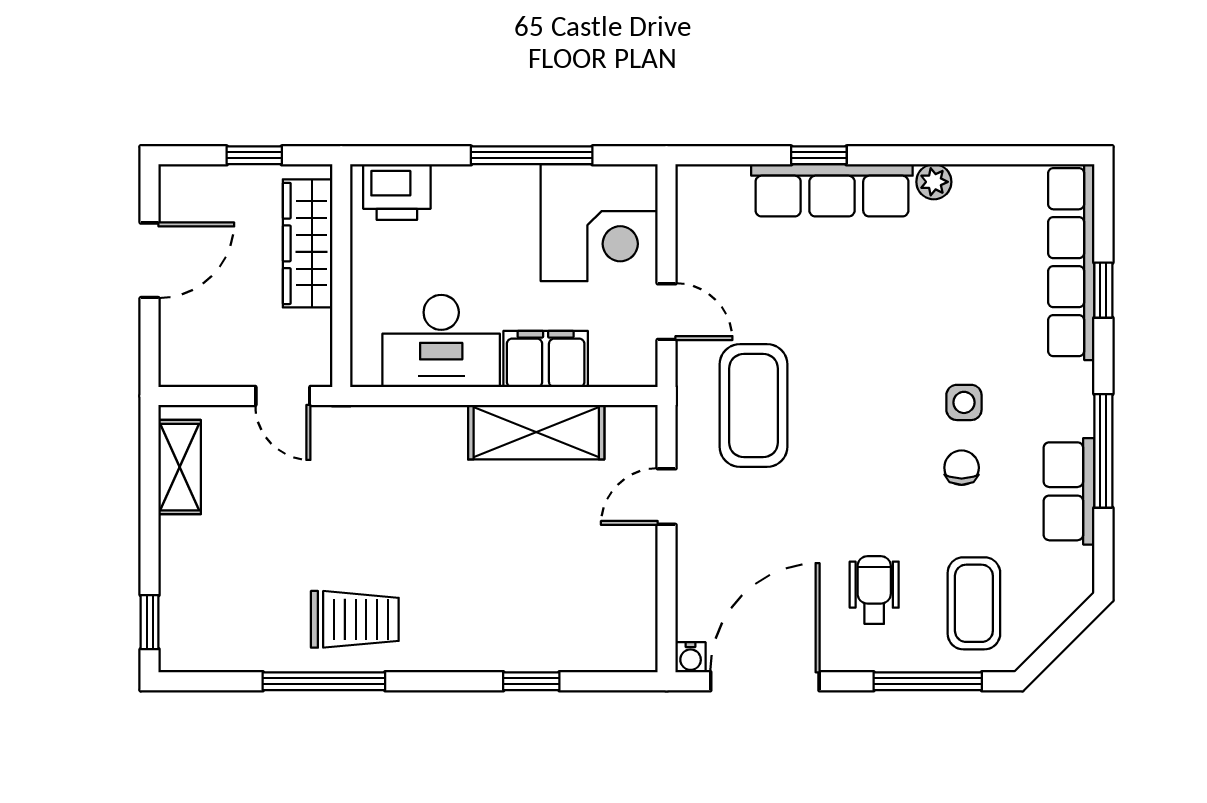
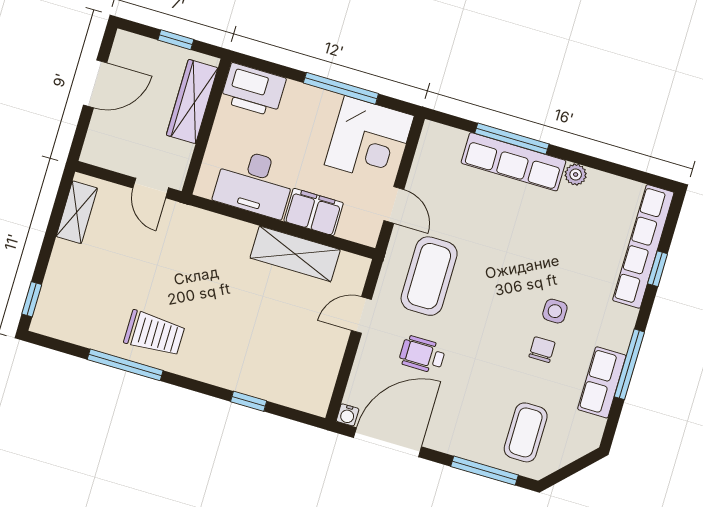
window: (819, 155) -> (512, 139), width x2.17
printer: (397, 192) -> (253, 90), width x1.37, depth x1.19
wheelchair: (874, 590) -> (422, 355), moved, turned -90

